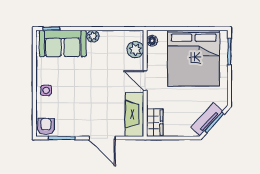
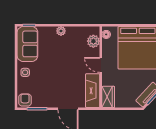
sofa: (63, 43) -> (27, 44), moved, turned -90

